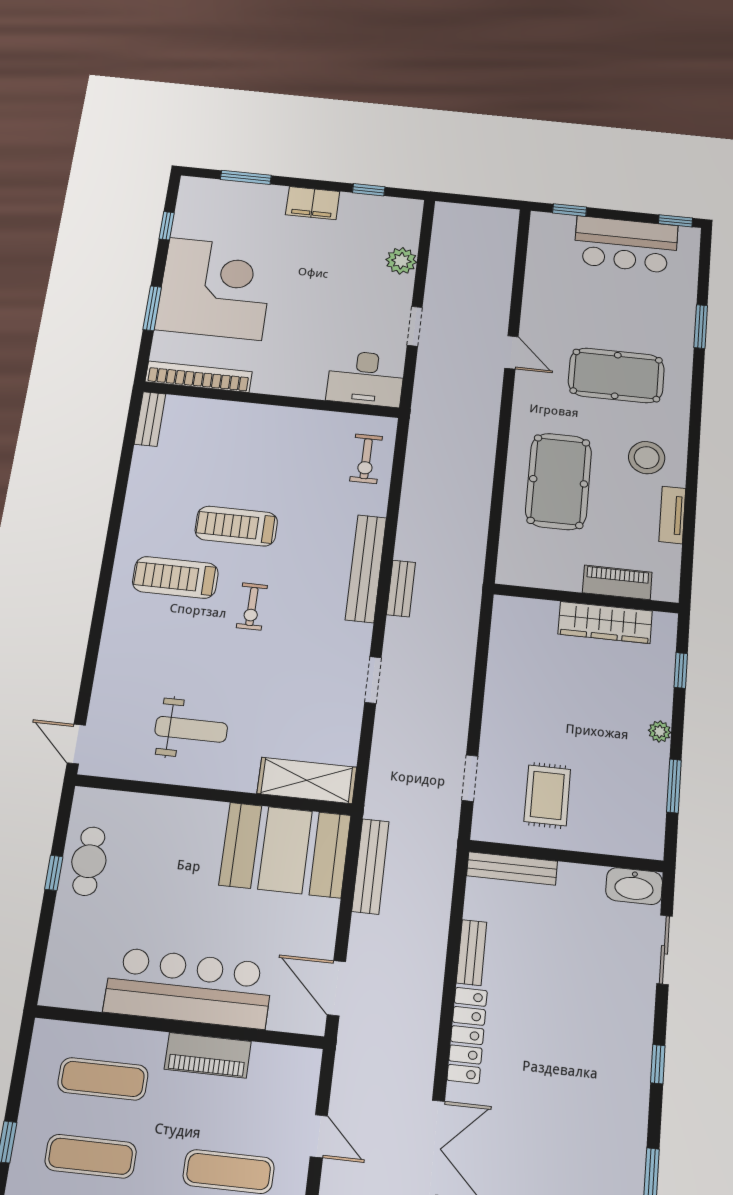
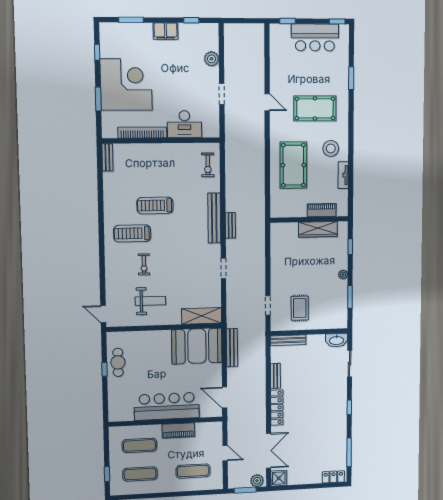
bookcase: (199, 377) -> (142, 133), moved
desk: (366, 378) -> (184, 124), moved
exercise bike: (252, 606) -> (144, 264), moved

